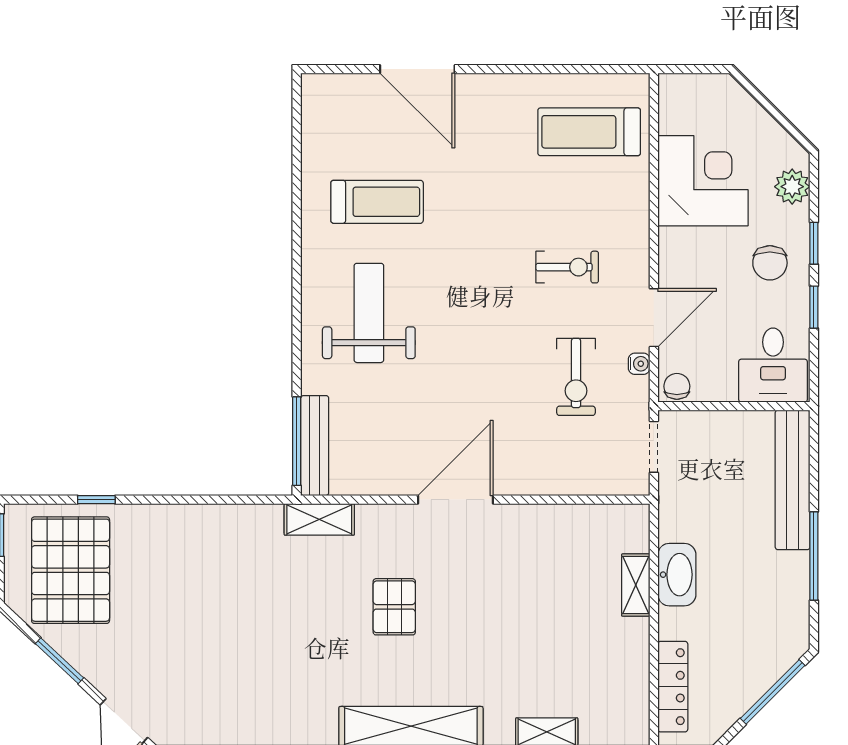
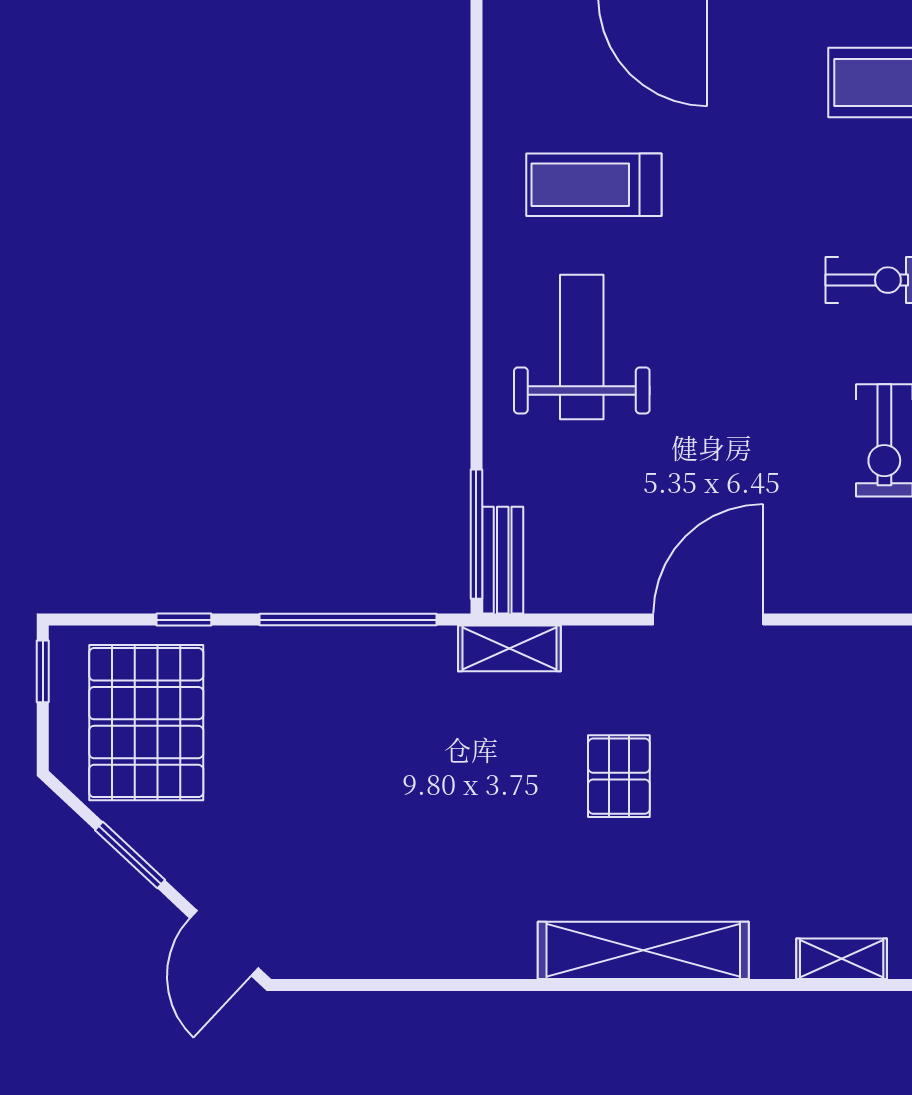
treadmill: (377, 202) -> (594, 185), turned 180
bench: (315, 446) -> (503, 560), width x0.73
window: (209, 500) -> (348, 620), added

